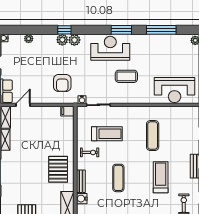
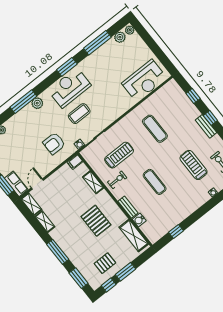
window: (64, 30) -> (23, 102), width x2.17
plant: (62, 40) -> (120, 37), moved
coffee table: (126, 76) -> (79, 114), moved
armchair: (62, 83) -> (54, 144), turned 90
shelving: (69, 139) -> (93, 182), added
pallet: (58, 169) -> (96, 221), moved
treadmill: (161, 177) -> (194, 165), moved

